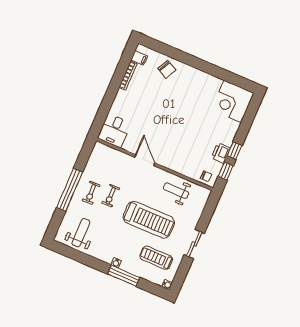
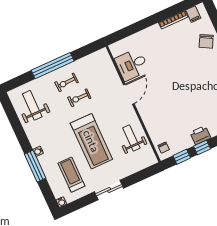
desk: (114, 131) -> (132, 65), moved
printer: (221, 153) -> (200, 135), moved
weight bench: (81, 233) -> (32, 105), turned -90

